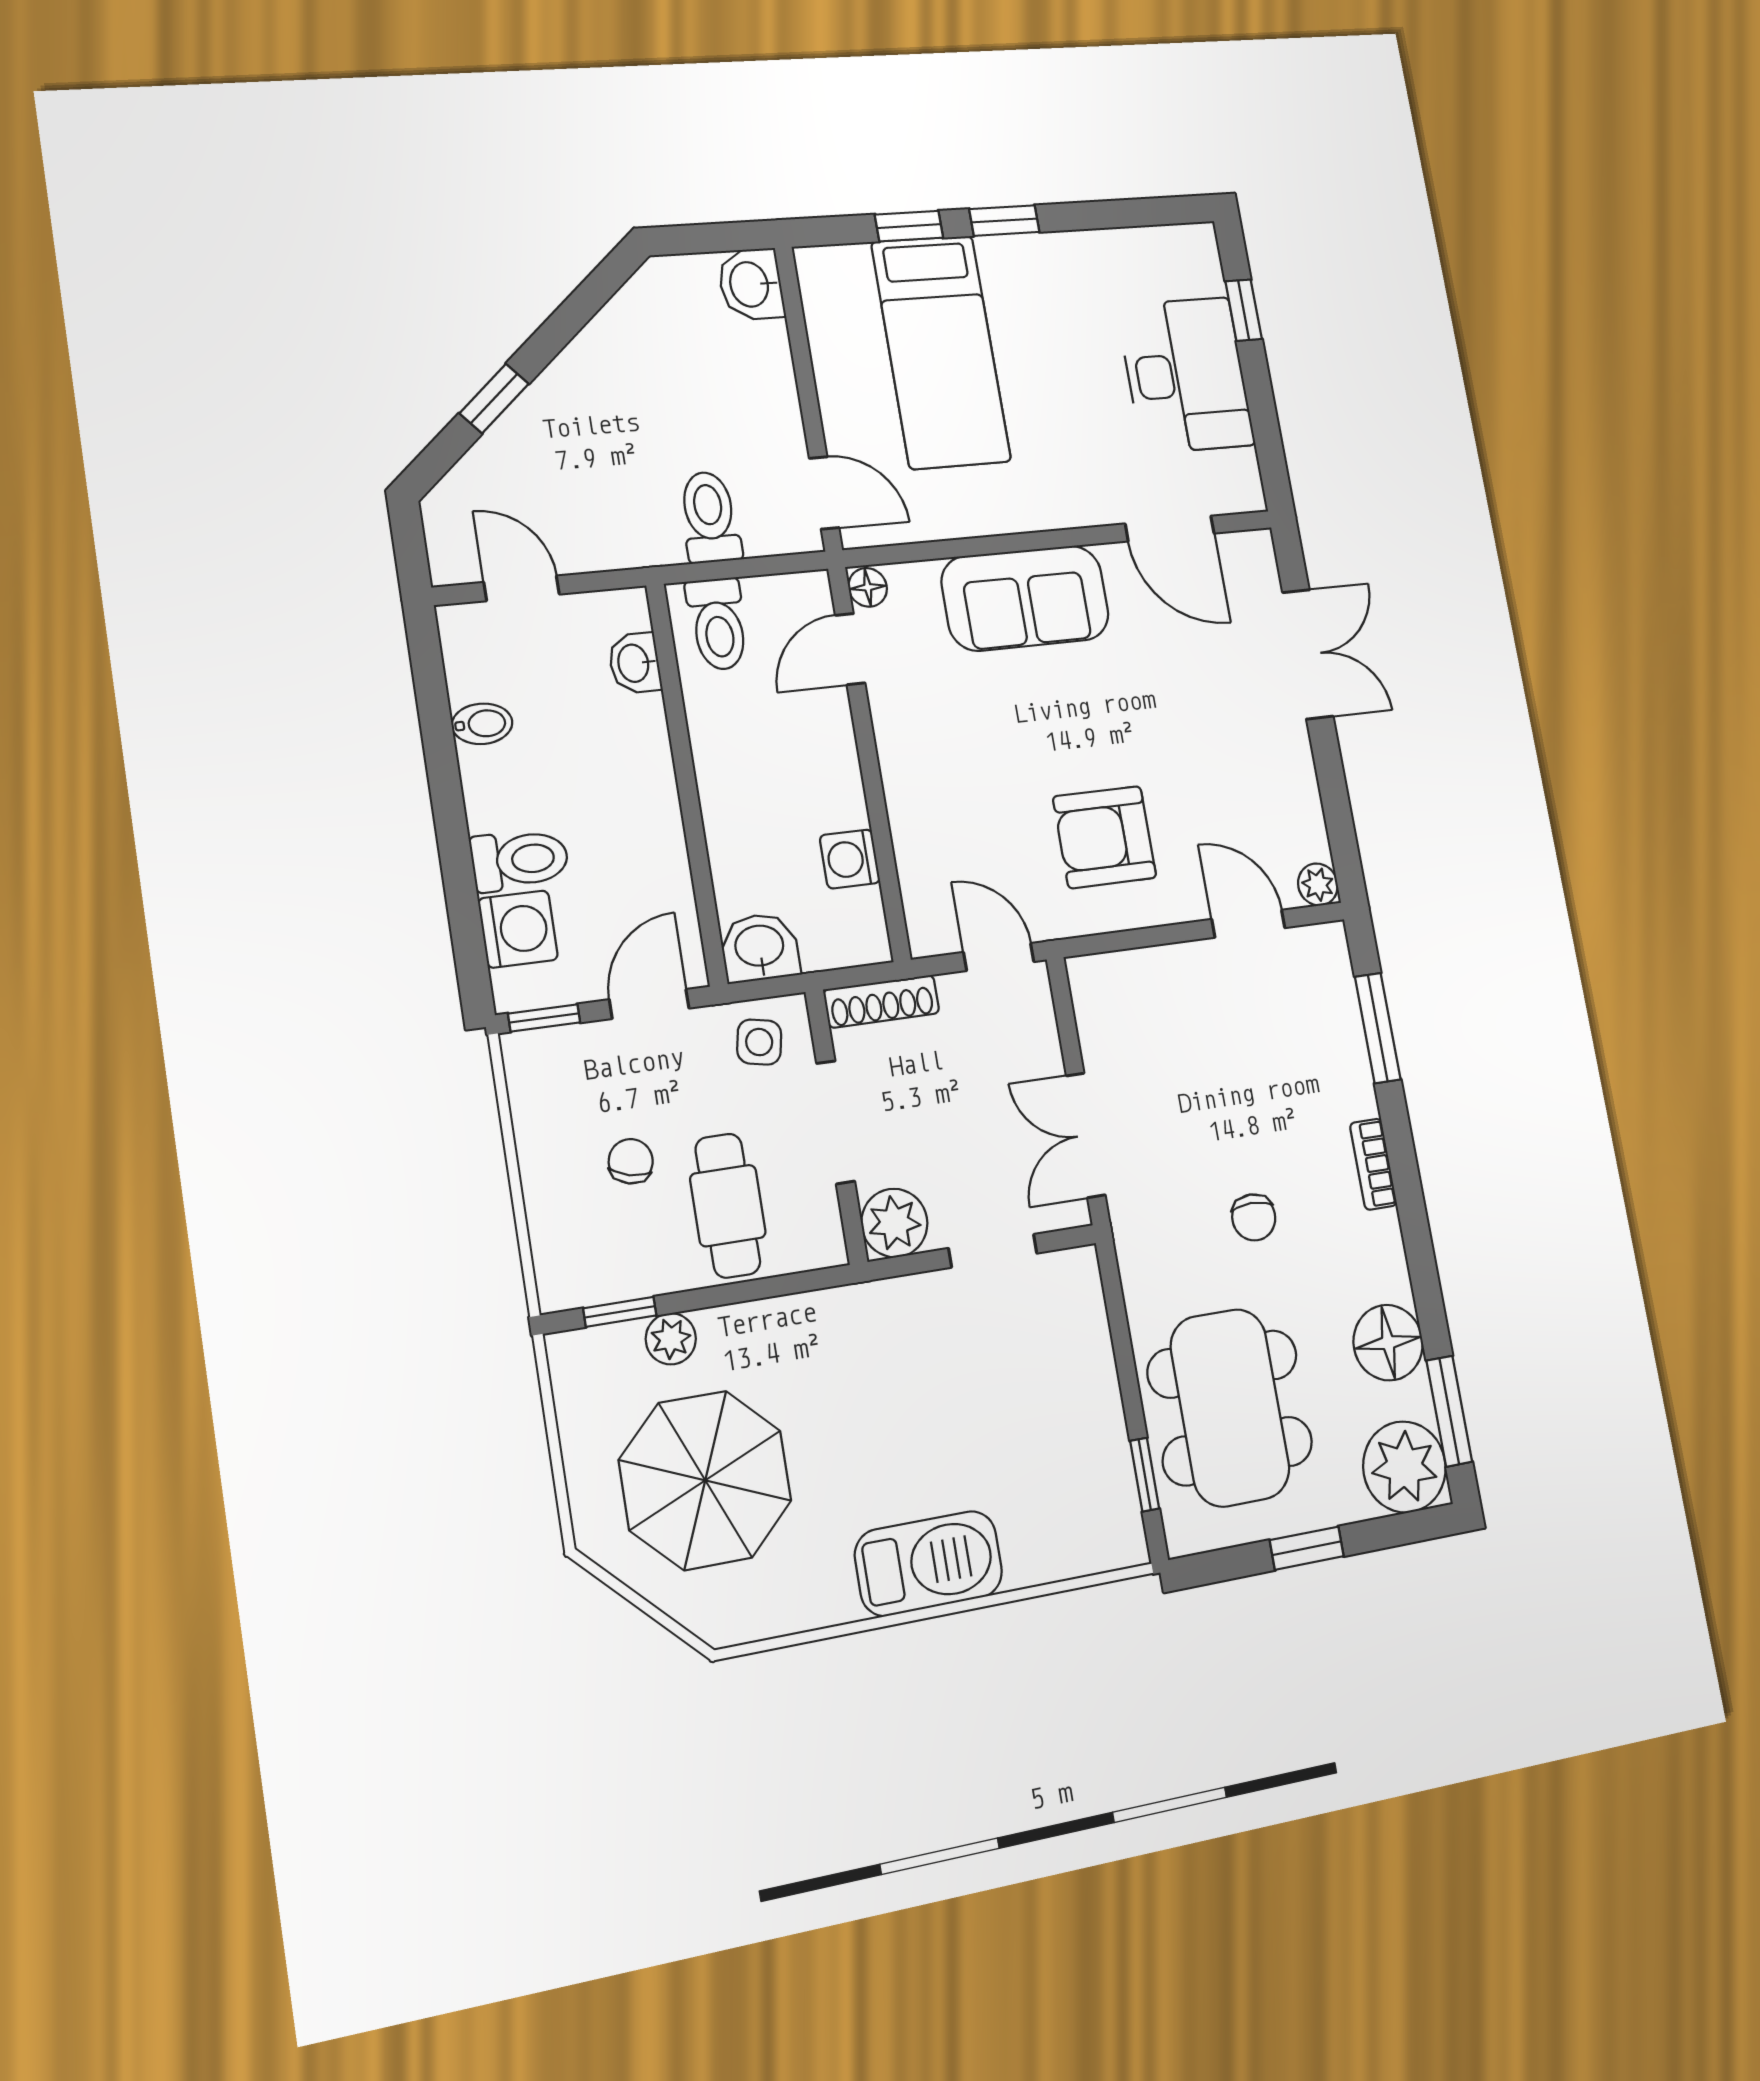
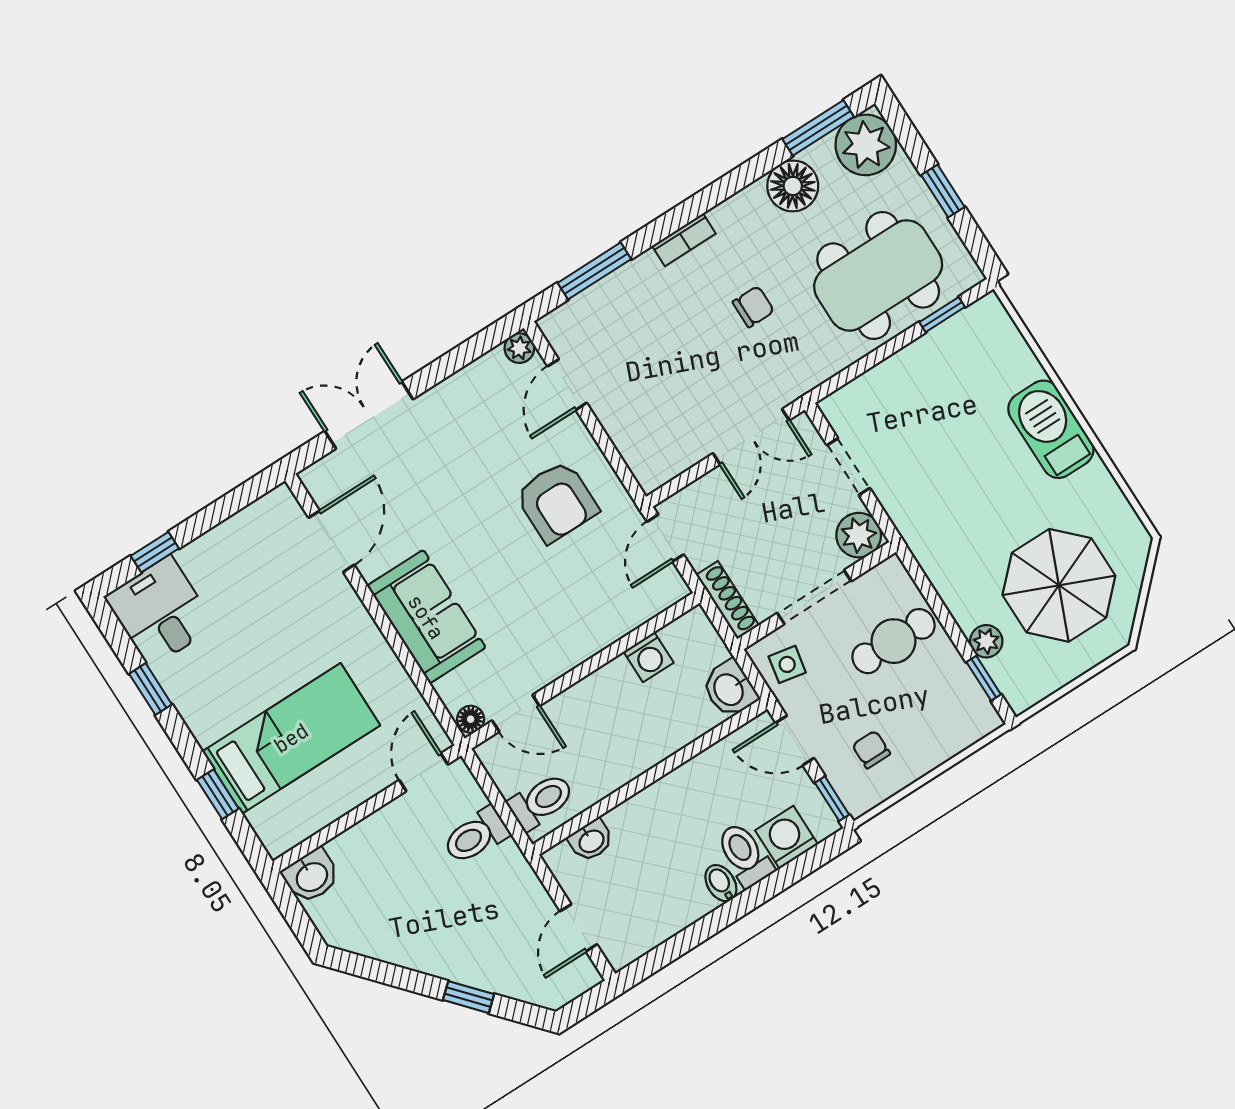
window: (1004, 220) -> (150, 689), moved
desk: (1186, 375) -> (160, 612), moved, width x0.73
bidet: (482, 724) -> (721, 883), moved
chair: (631, 1161) -> (871, 750), moved, turned 76

